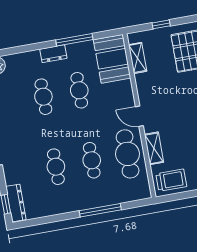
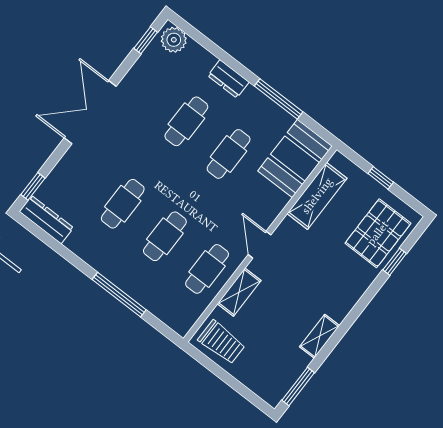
dresser: (53, 54) -> (228, 79), moved
shelving: (138, 58) -> (317, 196), width x1.50, depth x1.33
cafe table: (128, 154) -> (207, 269), width x0.73, depth x0.74
dresser: (16, 203) -> (46, 220), moved, turned -90

